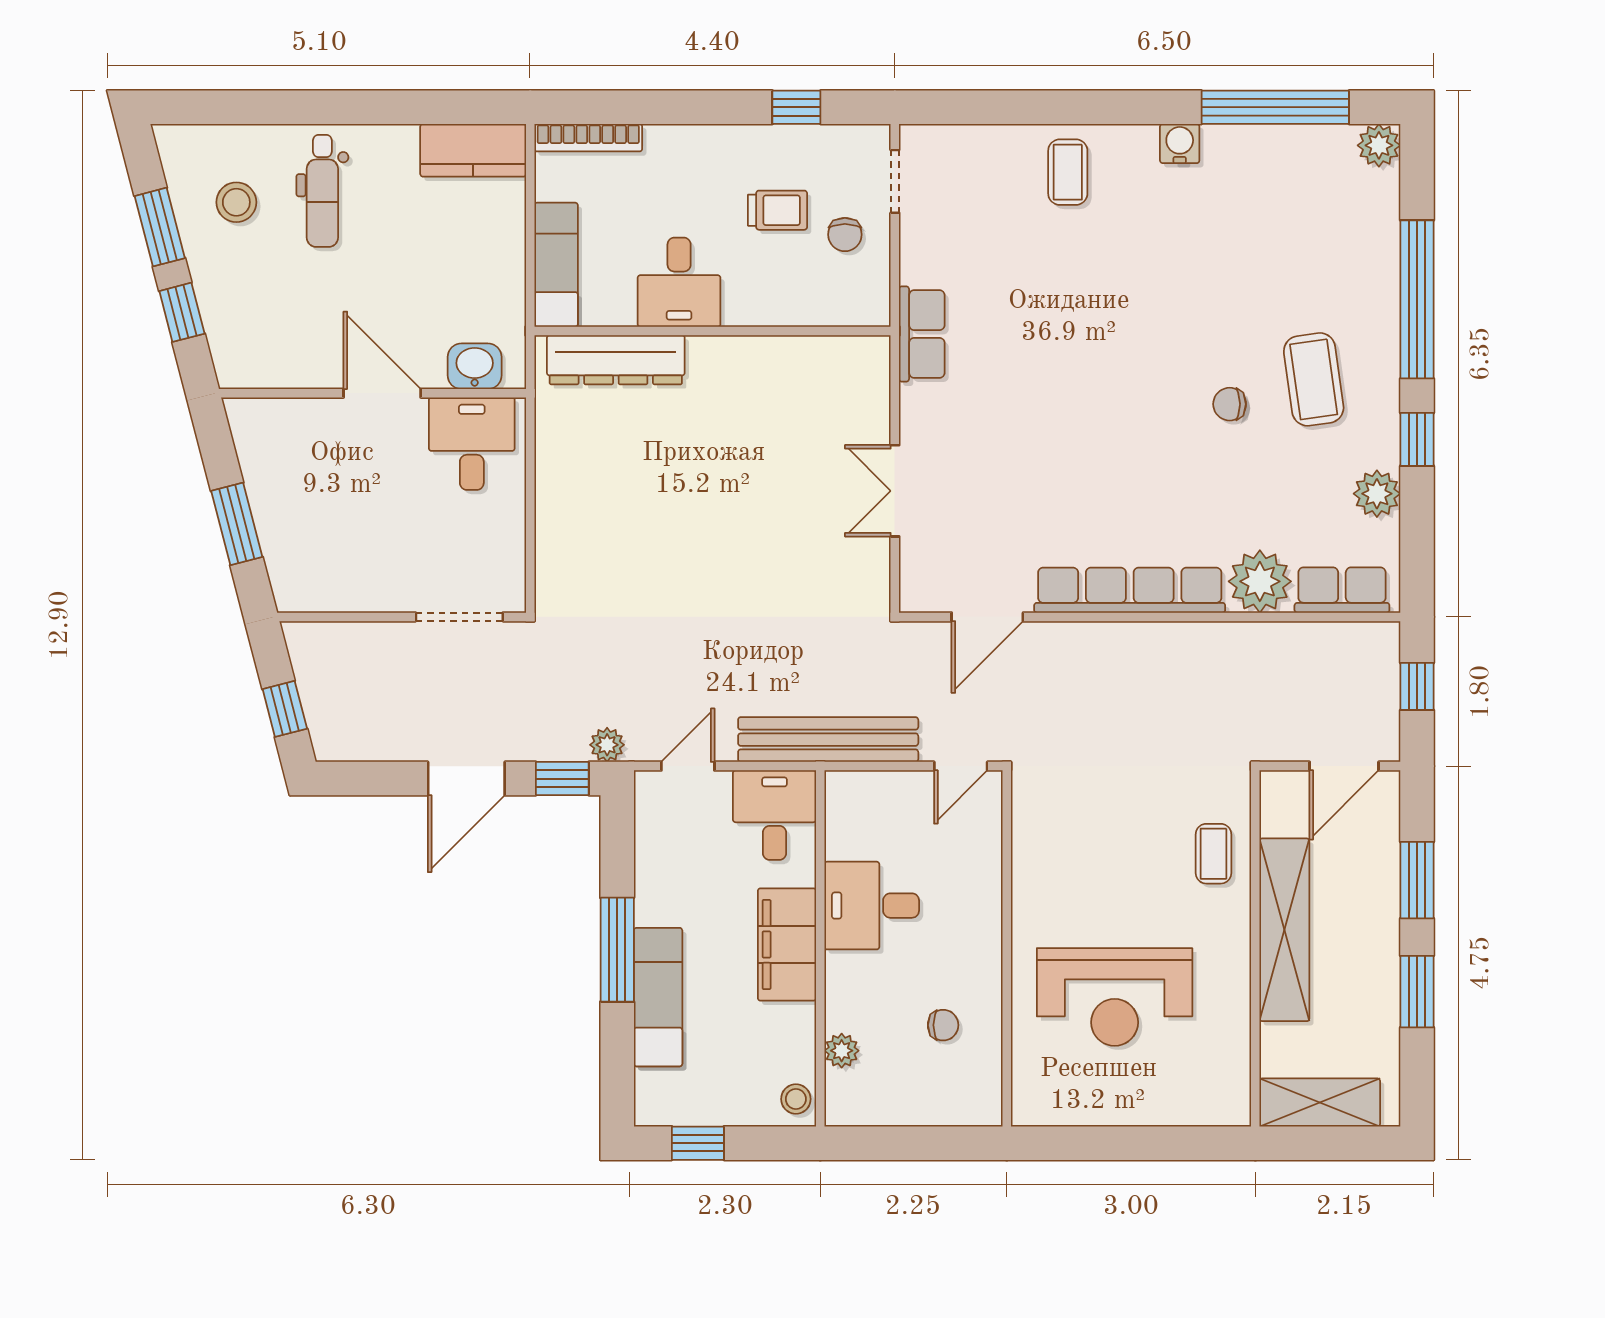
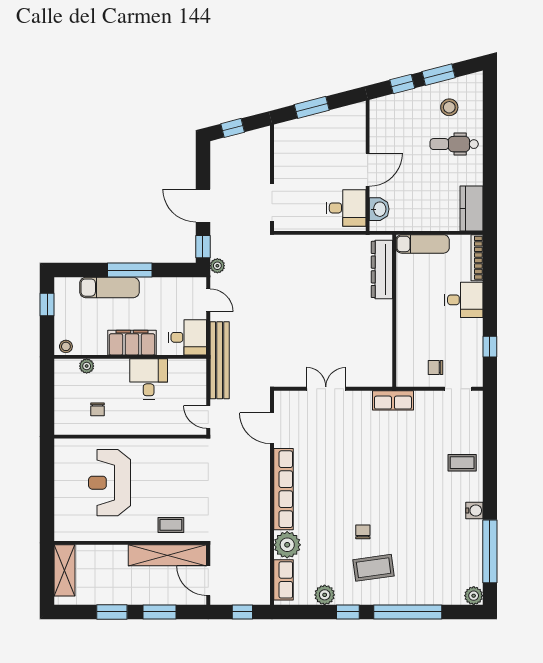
trolley: (777, 210) -> (446, 339), removed
desk: (679, 282) -> (464, 300), moved, turned 180
shelving: (1284, 930) -> (167, 555), moved

